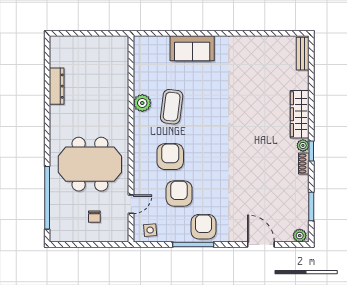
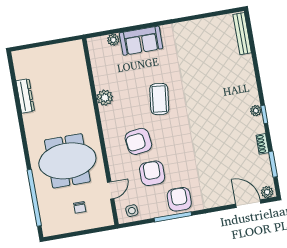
plant: (162, 42) -> (113, 40), added
bench: (303, 54) -> (242, 34), width x1.36
coffee table: (172, 107) -> (159, 99), moved
wardrobe: (300, 114) -> (248, 83), removed
armchair: (170, 157) -> (138, 141), turned -98
shoe rack: (304, 164) -> (262, 144), moved
door: (261, 245) -> (248, 204), moved

